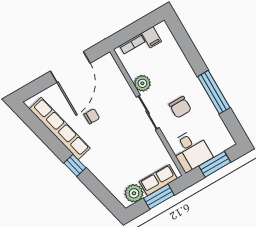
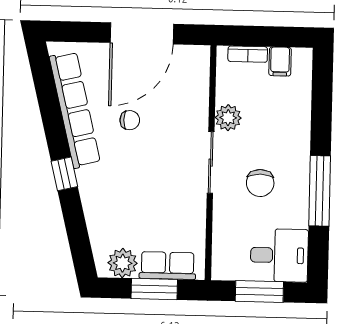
desk: (191, 150) -> (279, 255), moved, turned -90

